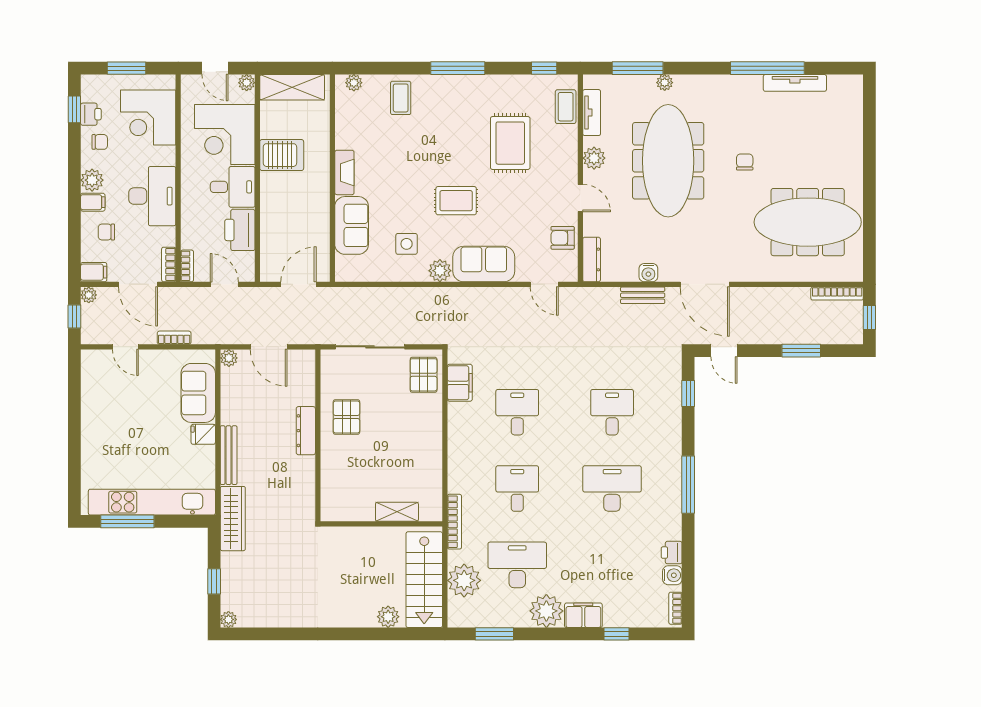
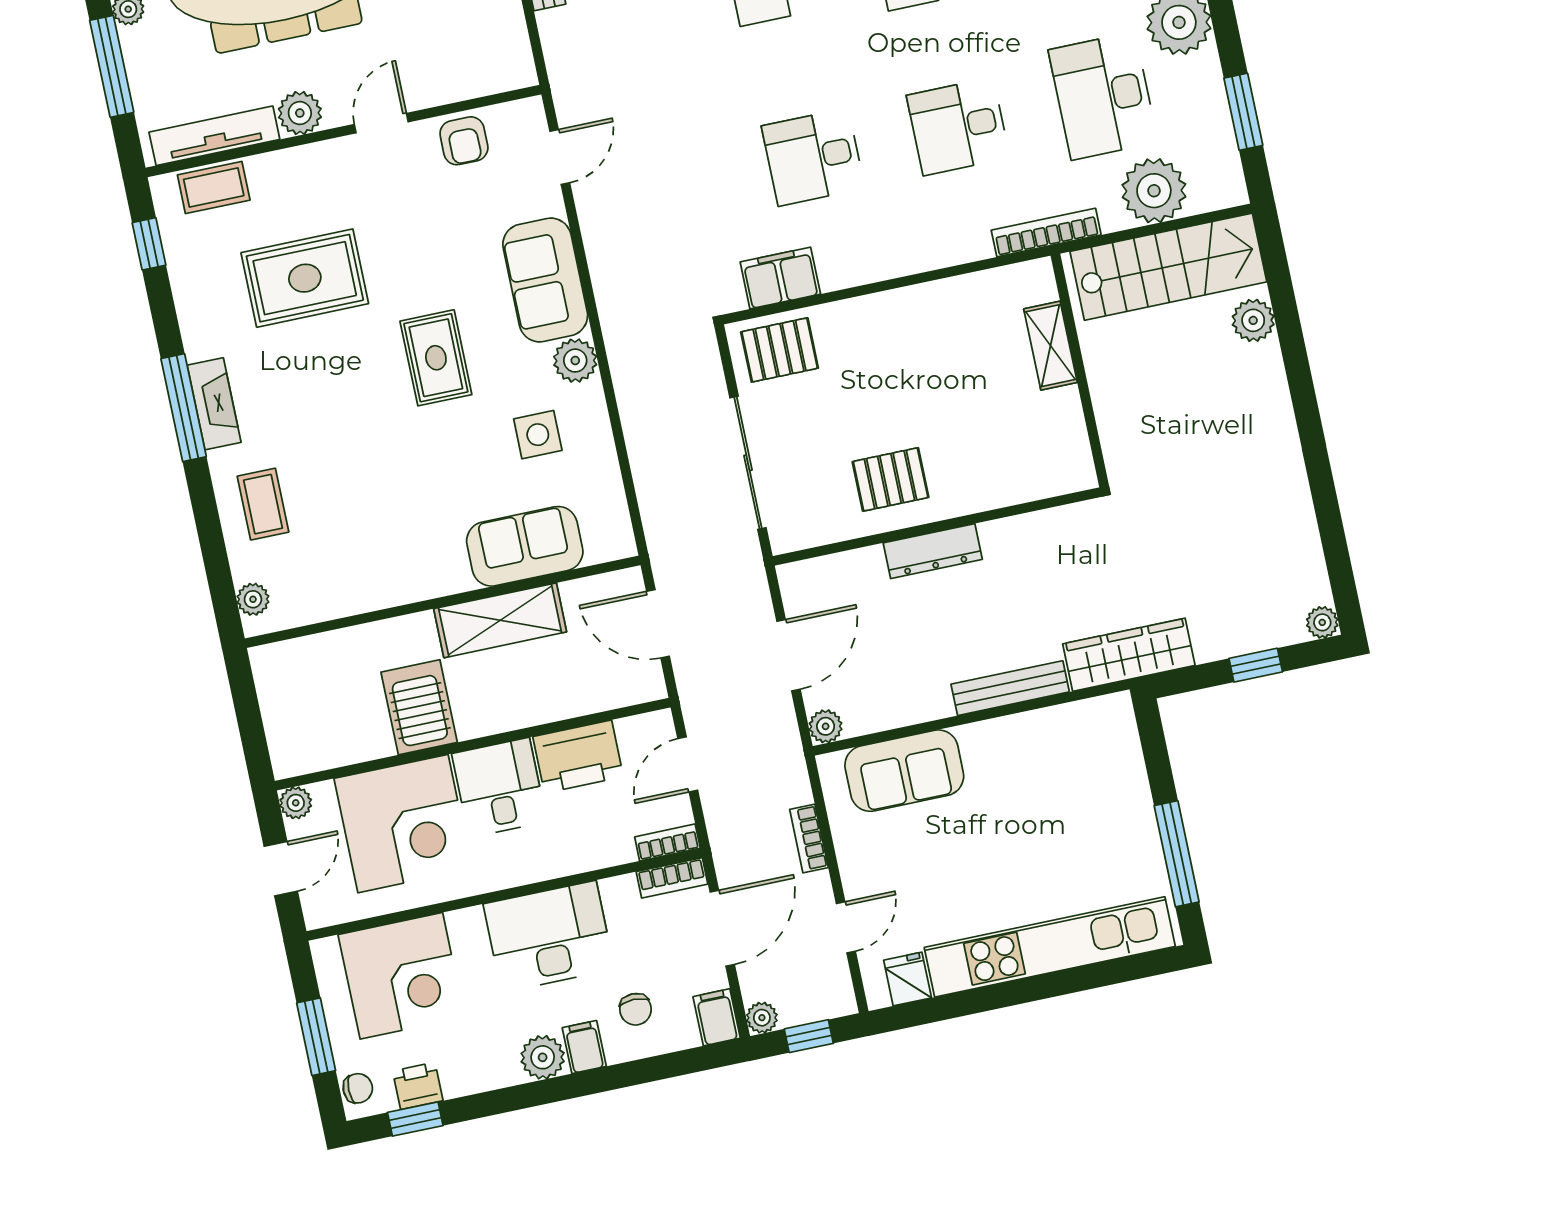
shelving: (292, 87) -> (500, 620), moved, turned 90
coffee table: (401, 98) -> (263, 504), turned 90
tv unit: (592, 113) -> (214, 136), width x1.41
chair: (100, 142) -> (358, 1088), moved, turned 90
fireplace: (344, 172) -> (214, 404), moved, turned 90
dresser: (592, 259) -> (493, 77), removed
fridge: (203, 434) -> (908, 979), moved, turned 180
kitchen unit: (152, 502) -> (1050, 947), moved, turned 90

